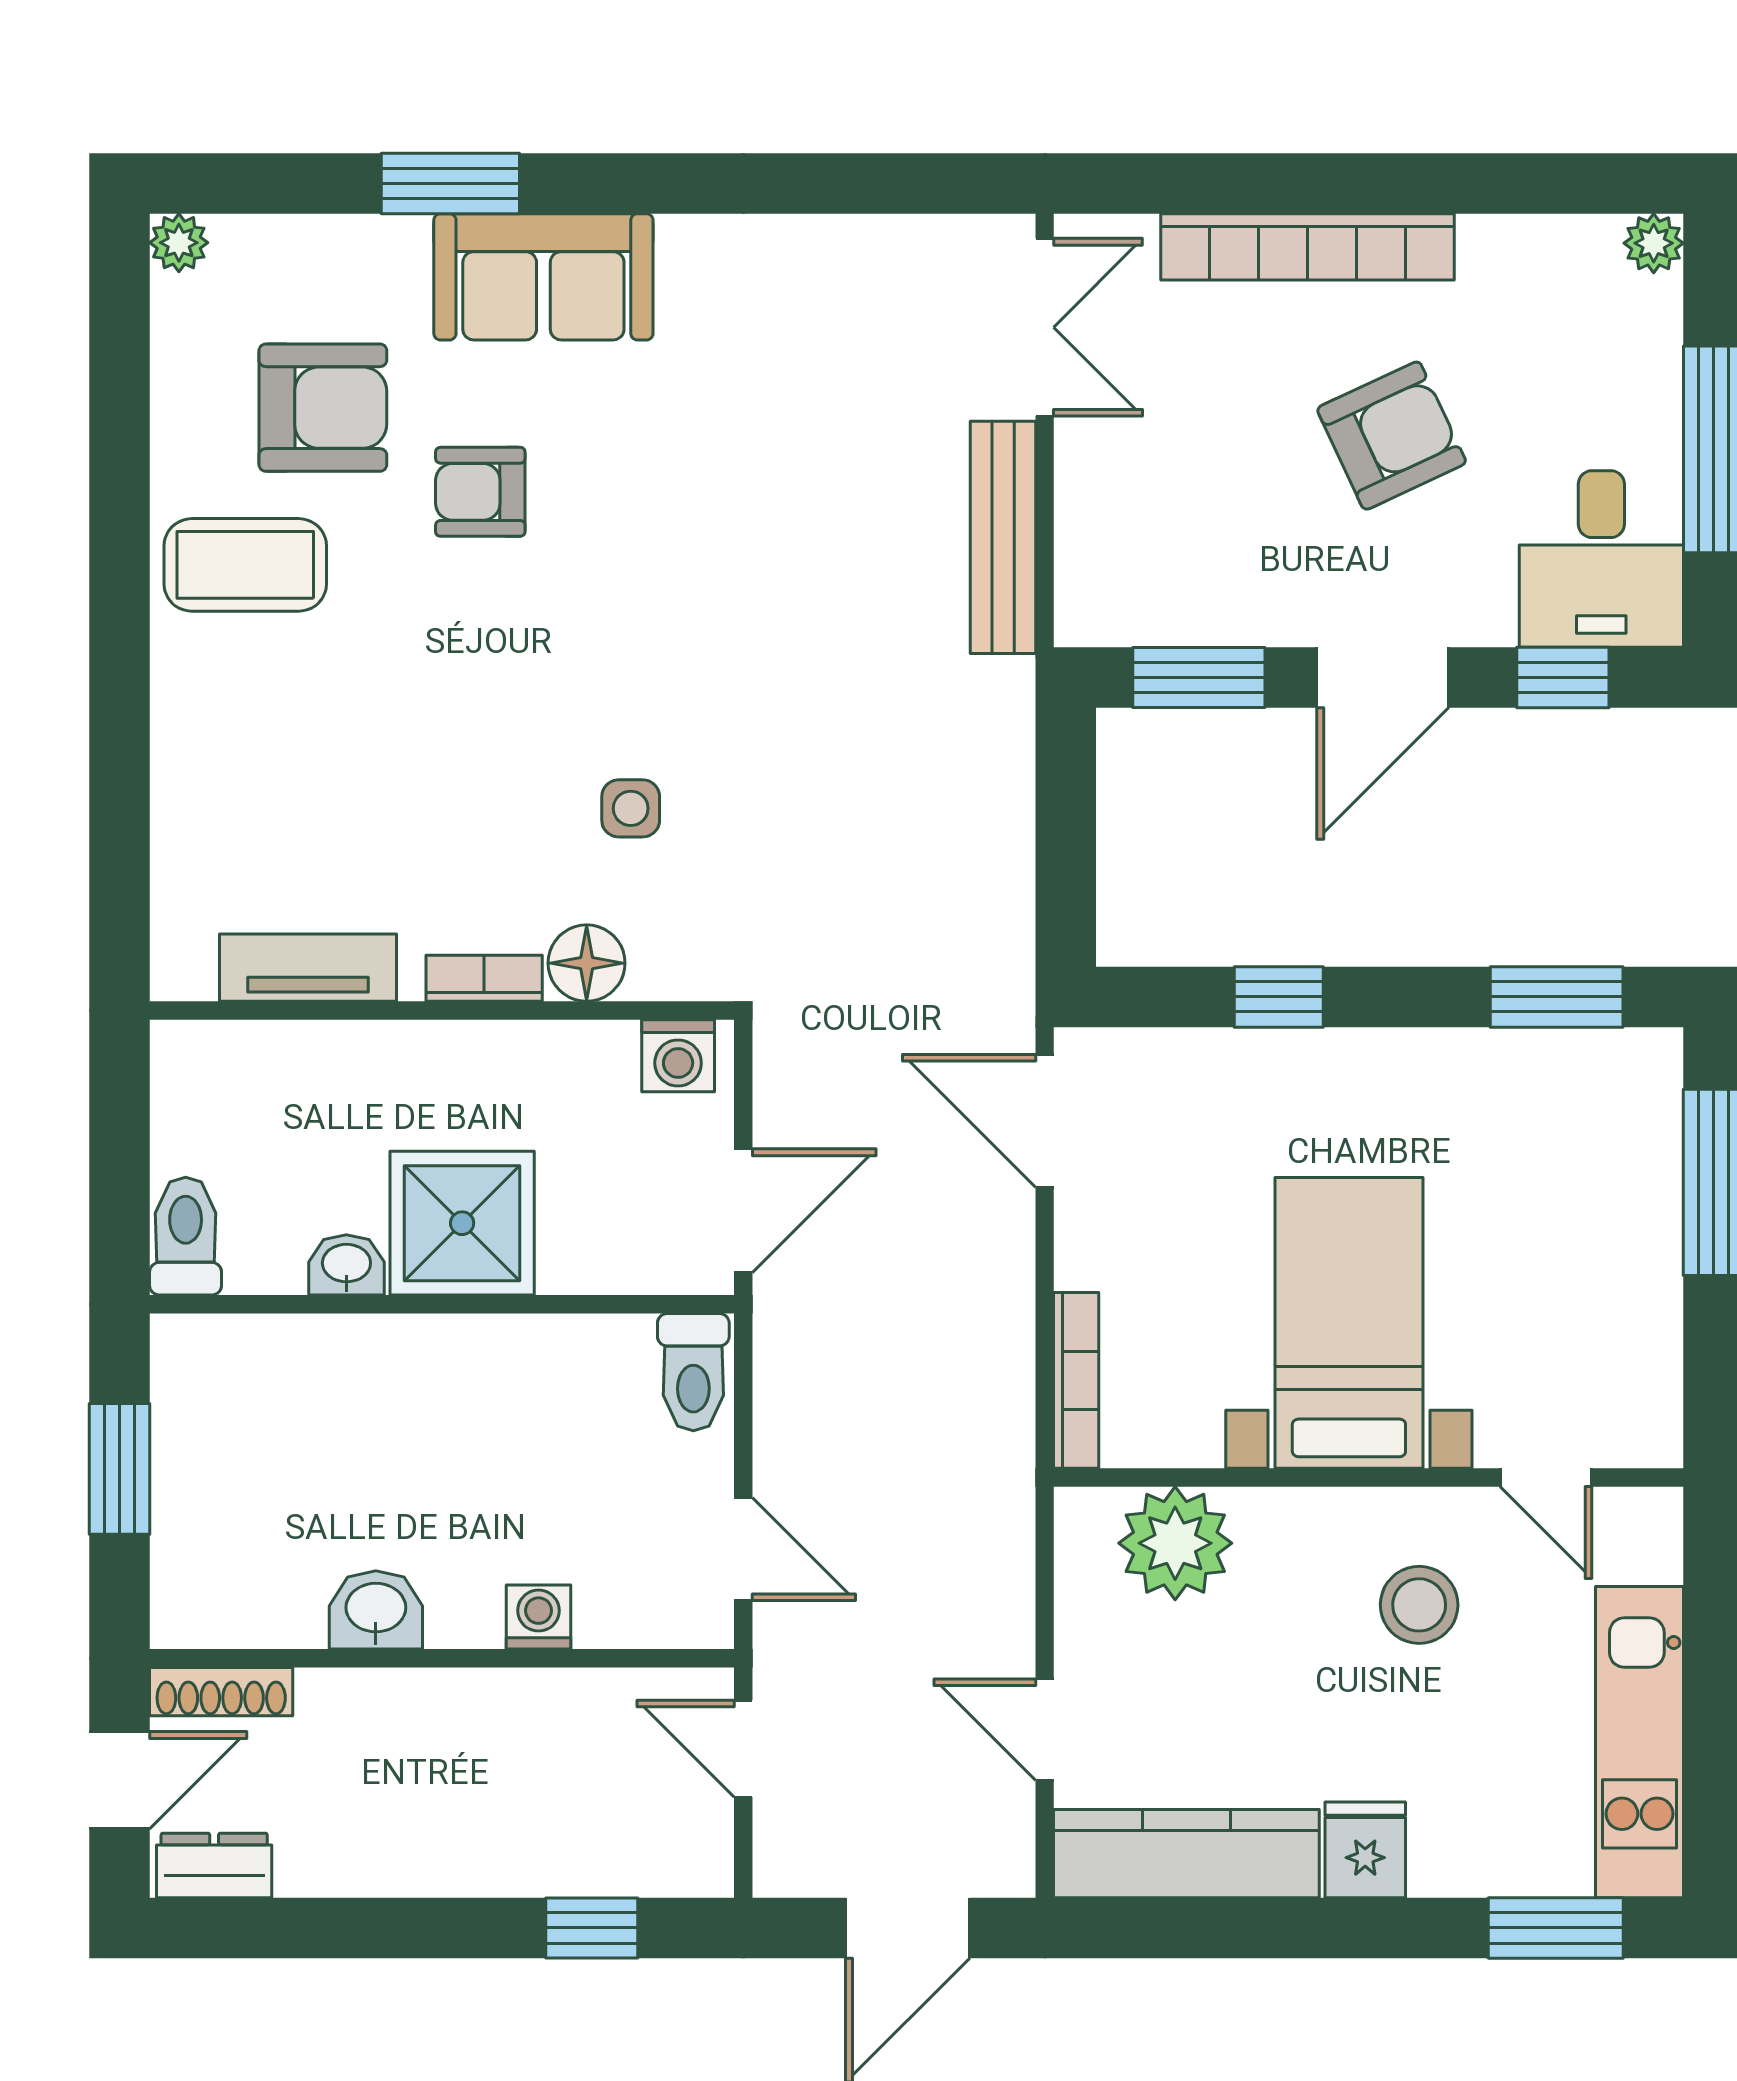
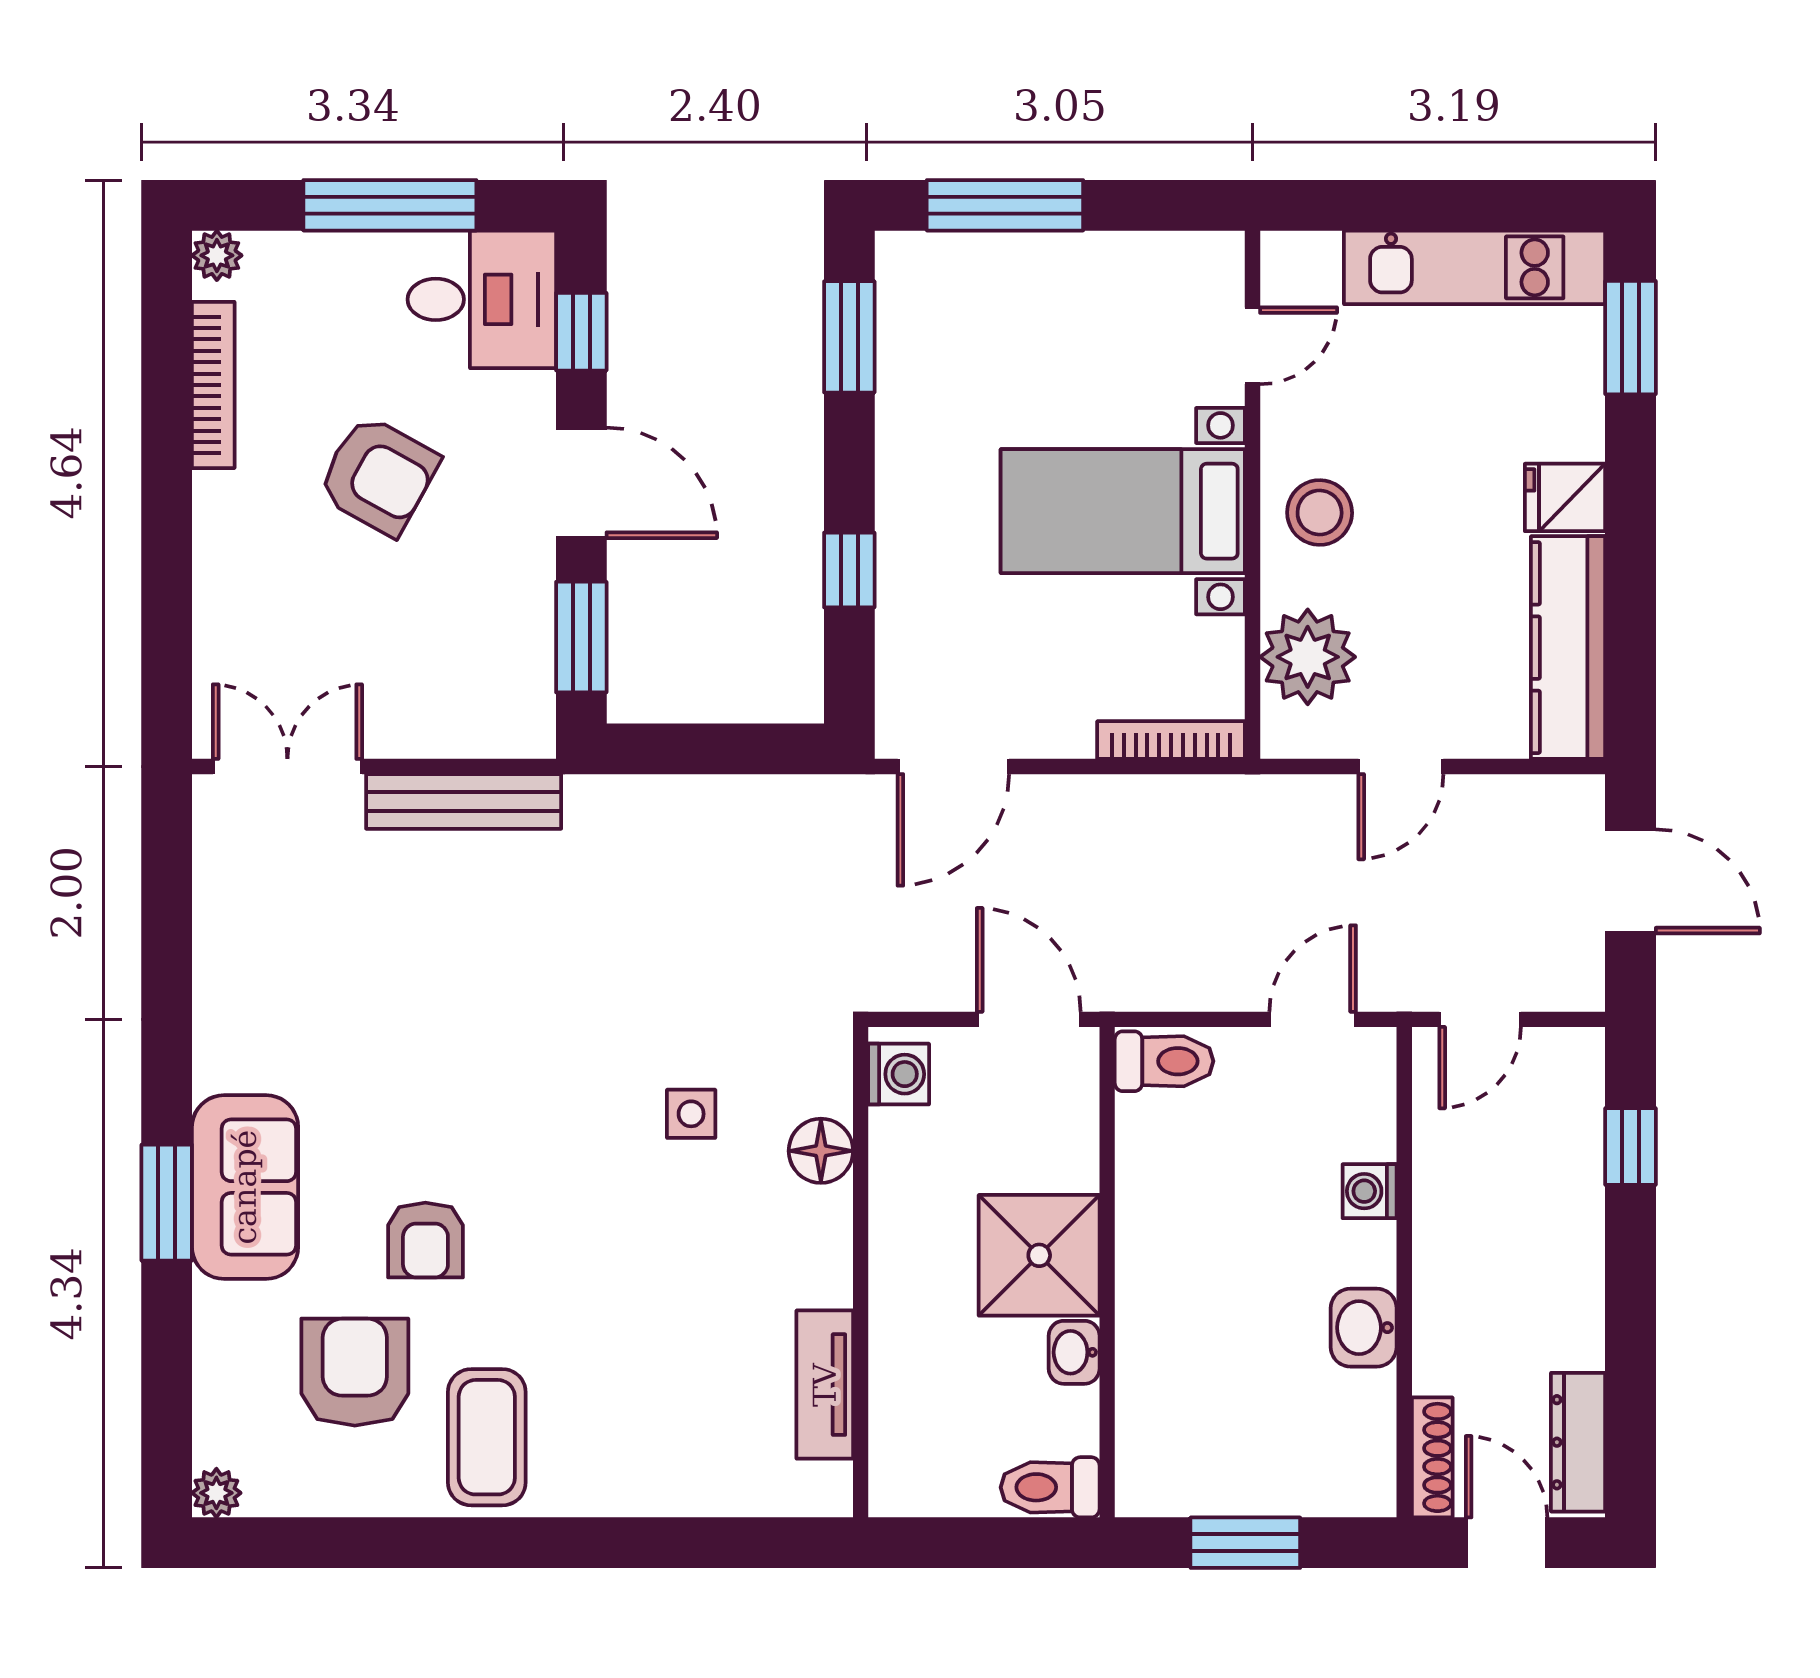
window: (450, 183) -> (167, 1203), moved
bookcase: (1307, 247) -> (213, 385), moved, width x0.68, depth x0.76
armchair: (1392, 436) -> (378, 475), turned 144
bookcase: (484, 978) -> (834, 1237), removed
stool: (1419, 1605) -> (1320, 513), moved
door: (1045, 1730) -> (1401, 767), moved
dresser: (214, 1865) -> (1578, 1442), width x1.44

